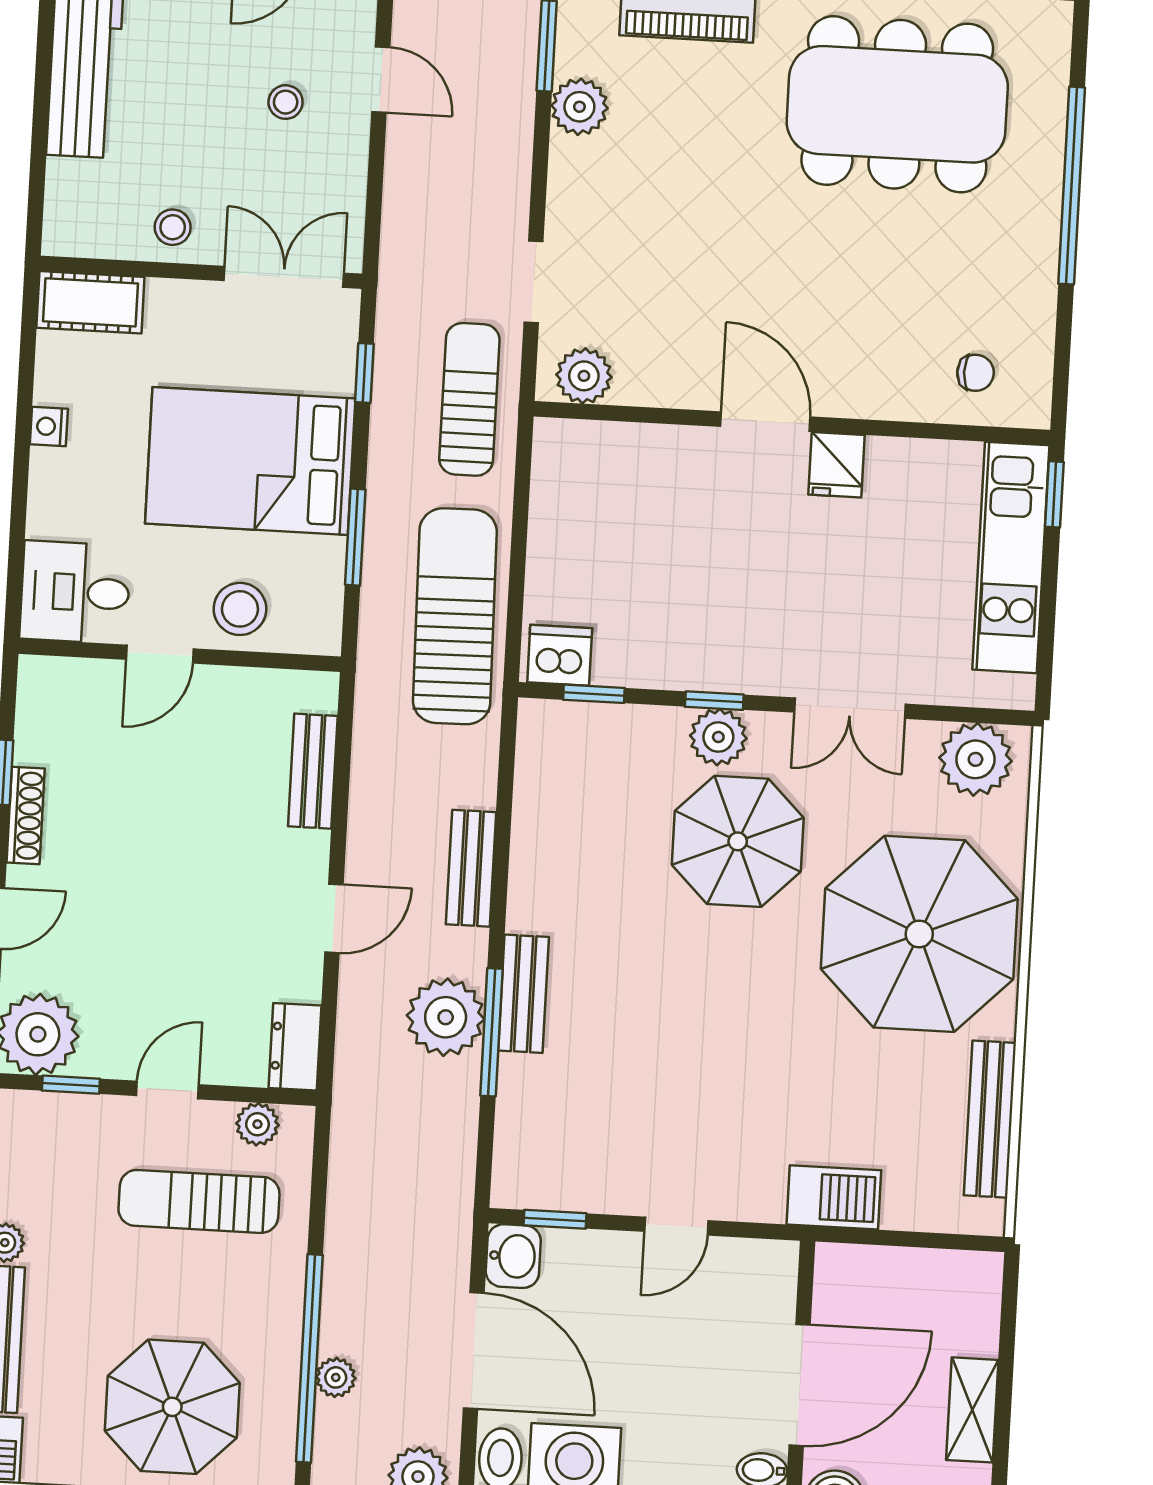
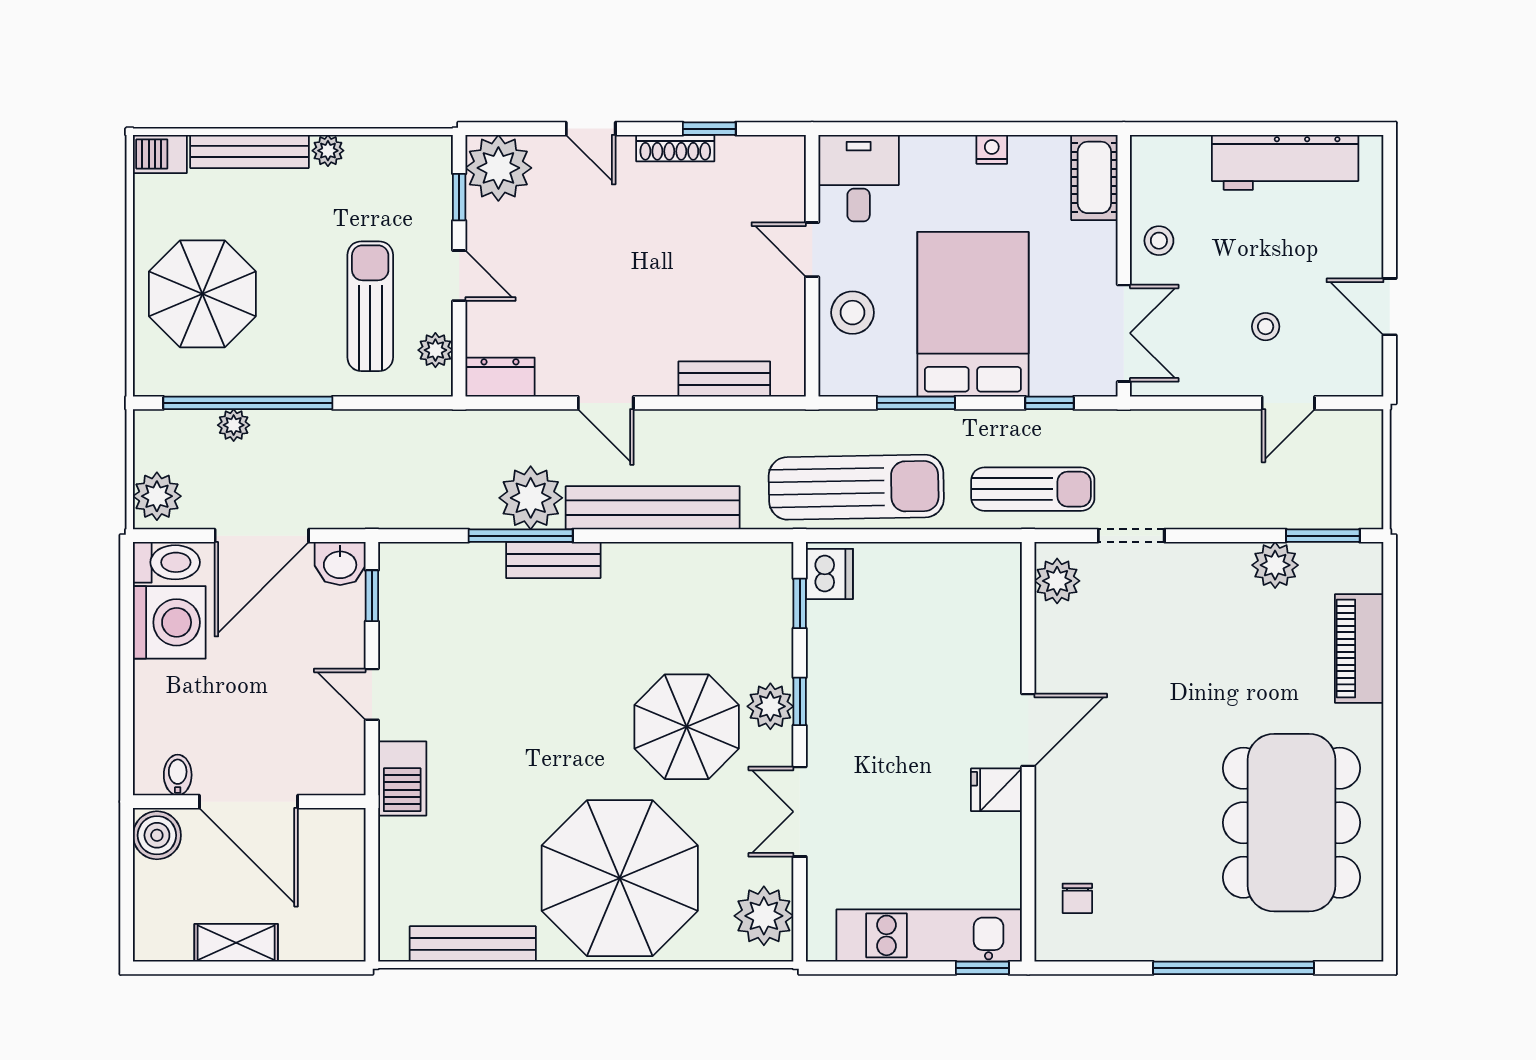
bench: (471, 868) -> (653, 508), width x1.86, depth x1.21
barbecue: (834, 1197) -> (402, 779), moved

